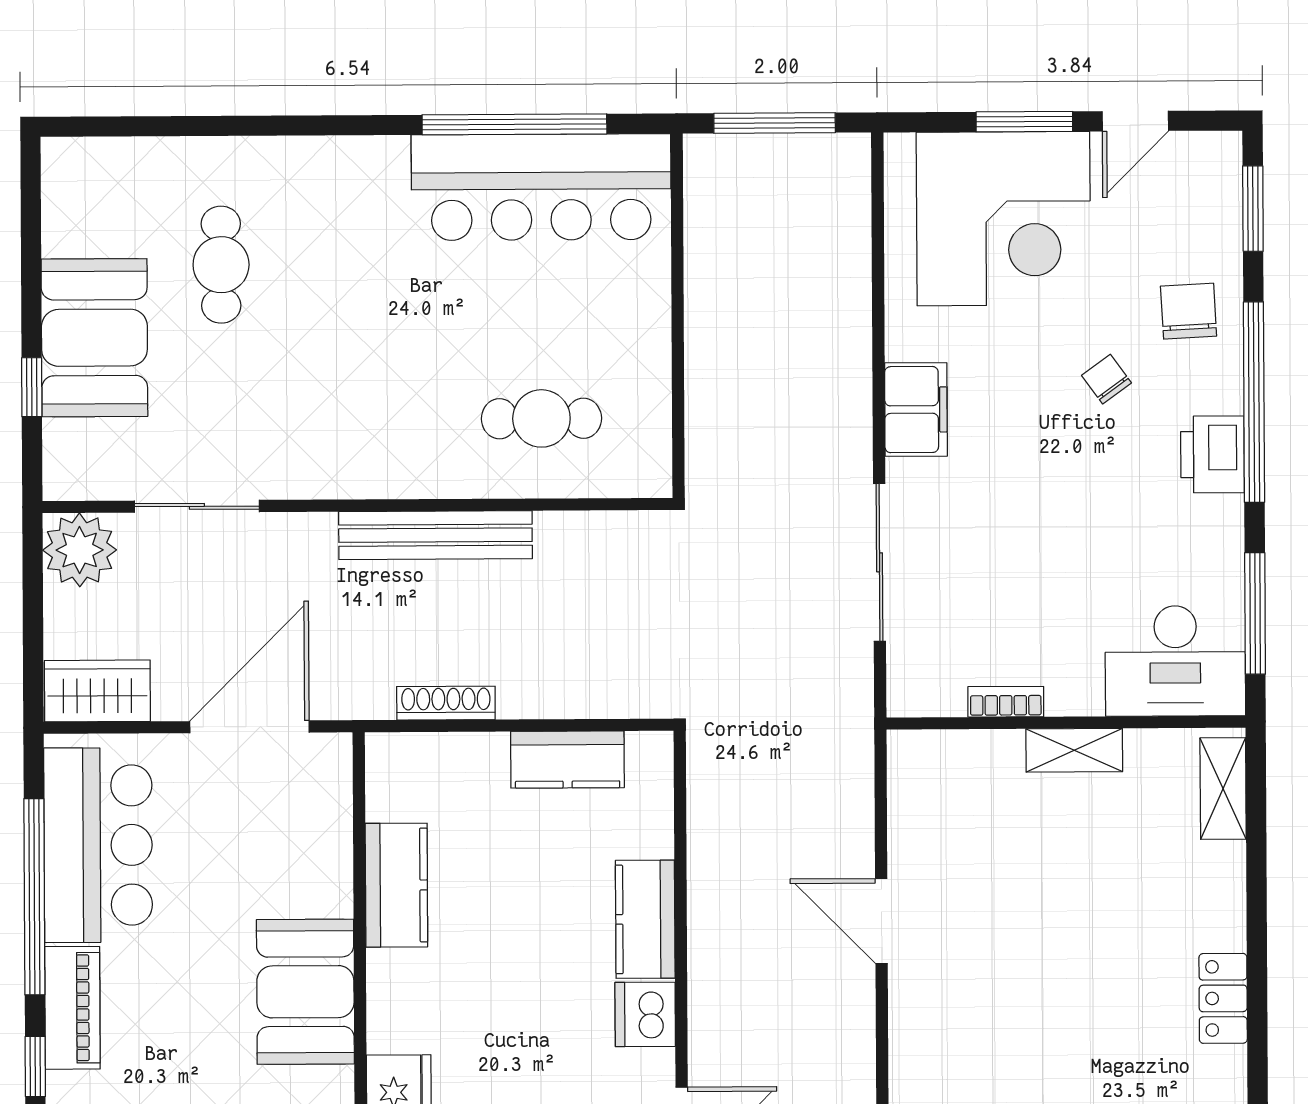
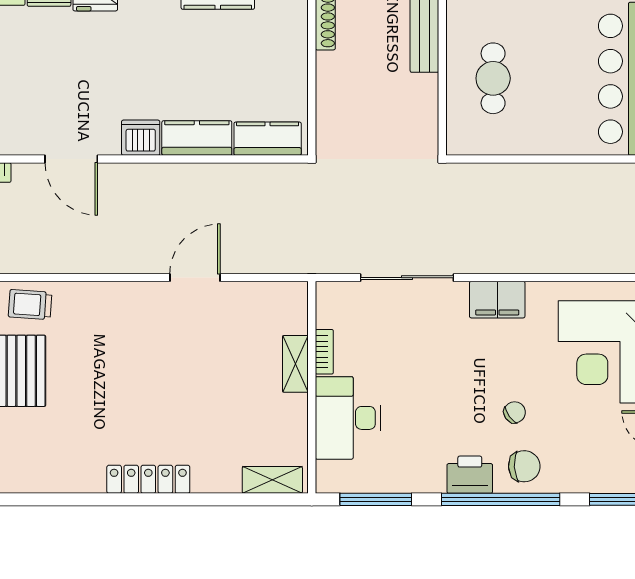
chair: (1189, 311) -> (524, 466), moved
desk: (1175, 661) -> (348, 418), moved
shelving: (1074, 750) -> (295, 364), moved
kitchen counter: (567, 760) -> (268, 139), moved, turned 90
locker: (1223, 998) -> (148, 479), width x1.53

